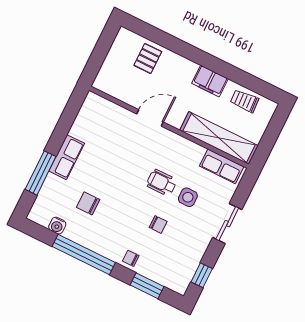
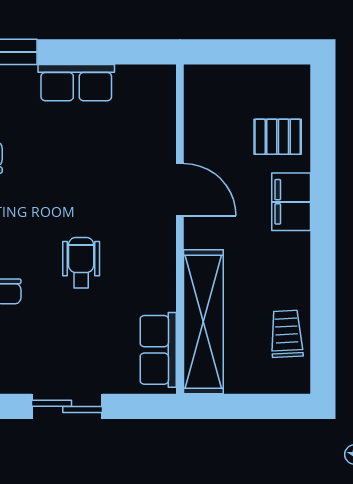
filing cabinet: (210, 81) -> (291, 202), moved
row of seats: (67, 157) -> (76, 83), moved
side table: (188, 197) -> (78, 319), removed

